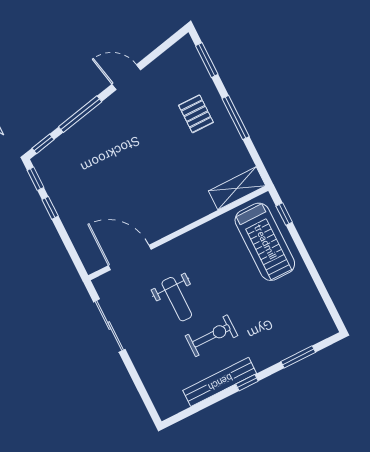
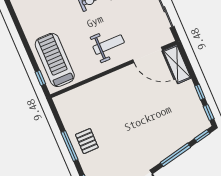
pallet: (196, 114) -> (87, 141), moved
shelving: (237, 188) -> (177, 64), moved, turned 90
weight bench: (177, 299) -> (109, 45), moved, turned 90

